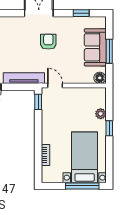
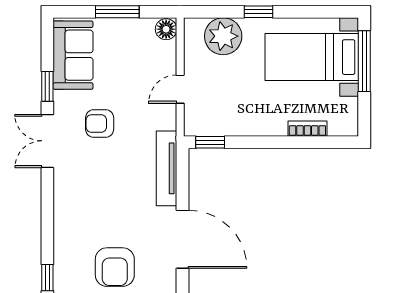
window: (81, 13) -> (47, 86), moved
sofa: (95, 47) -> (73, 55), moved, turned -90
door: (55, 86) -> (180, 89), moved
plant: (101, 114) -> (223, 36), width x1.88, depth x1.88

